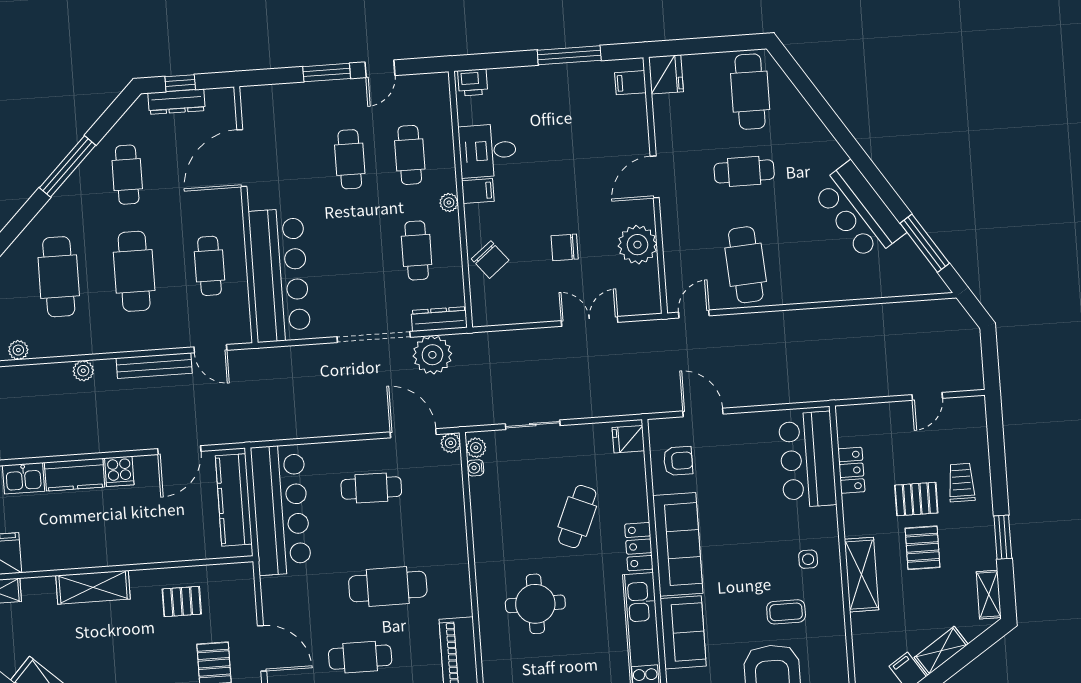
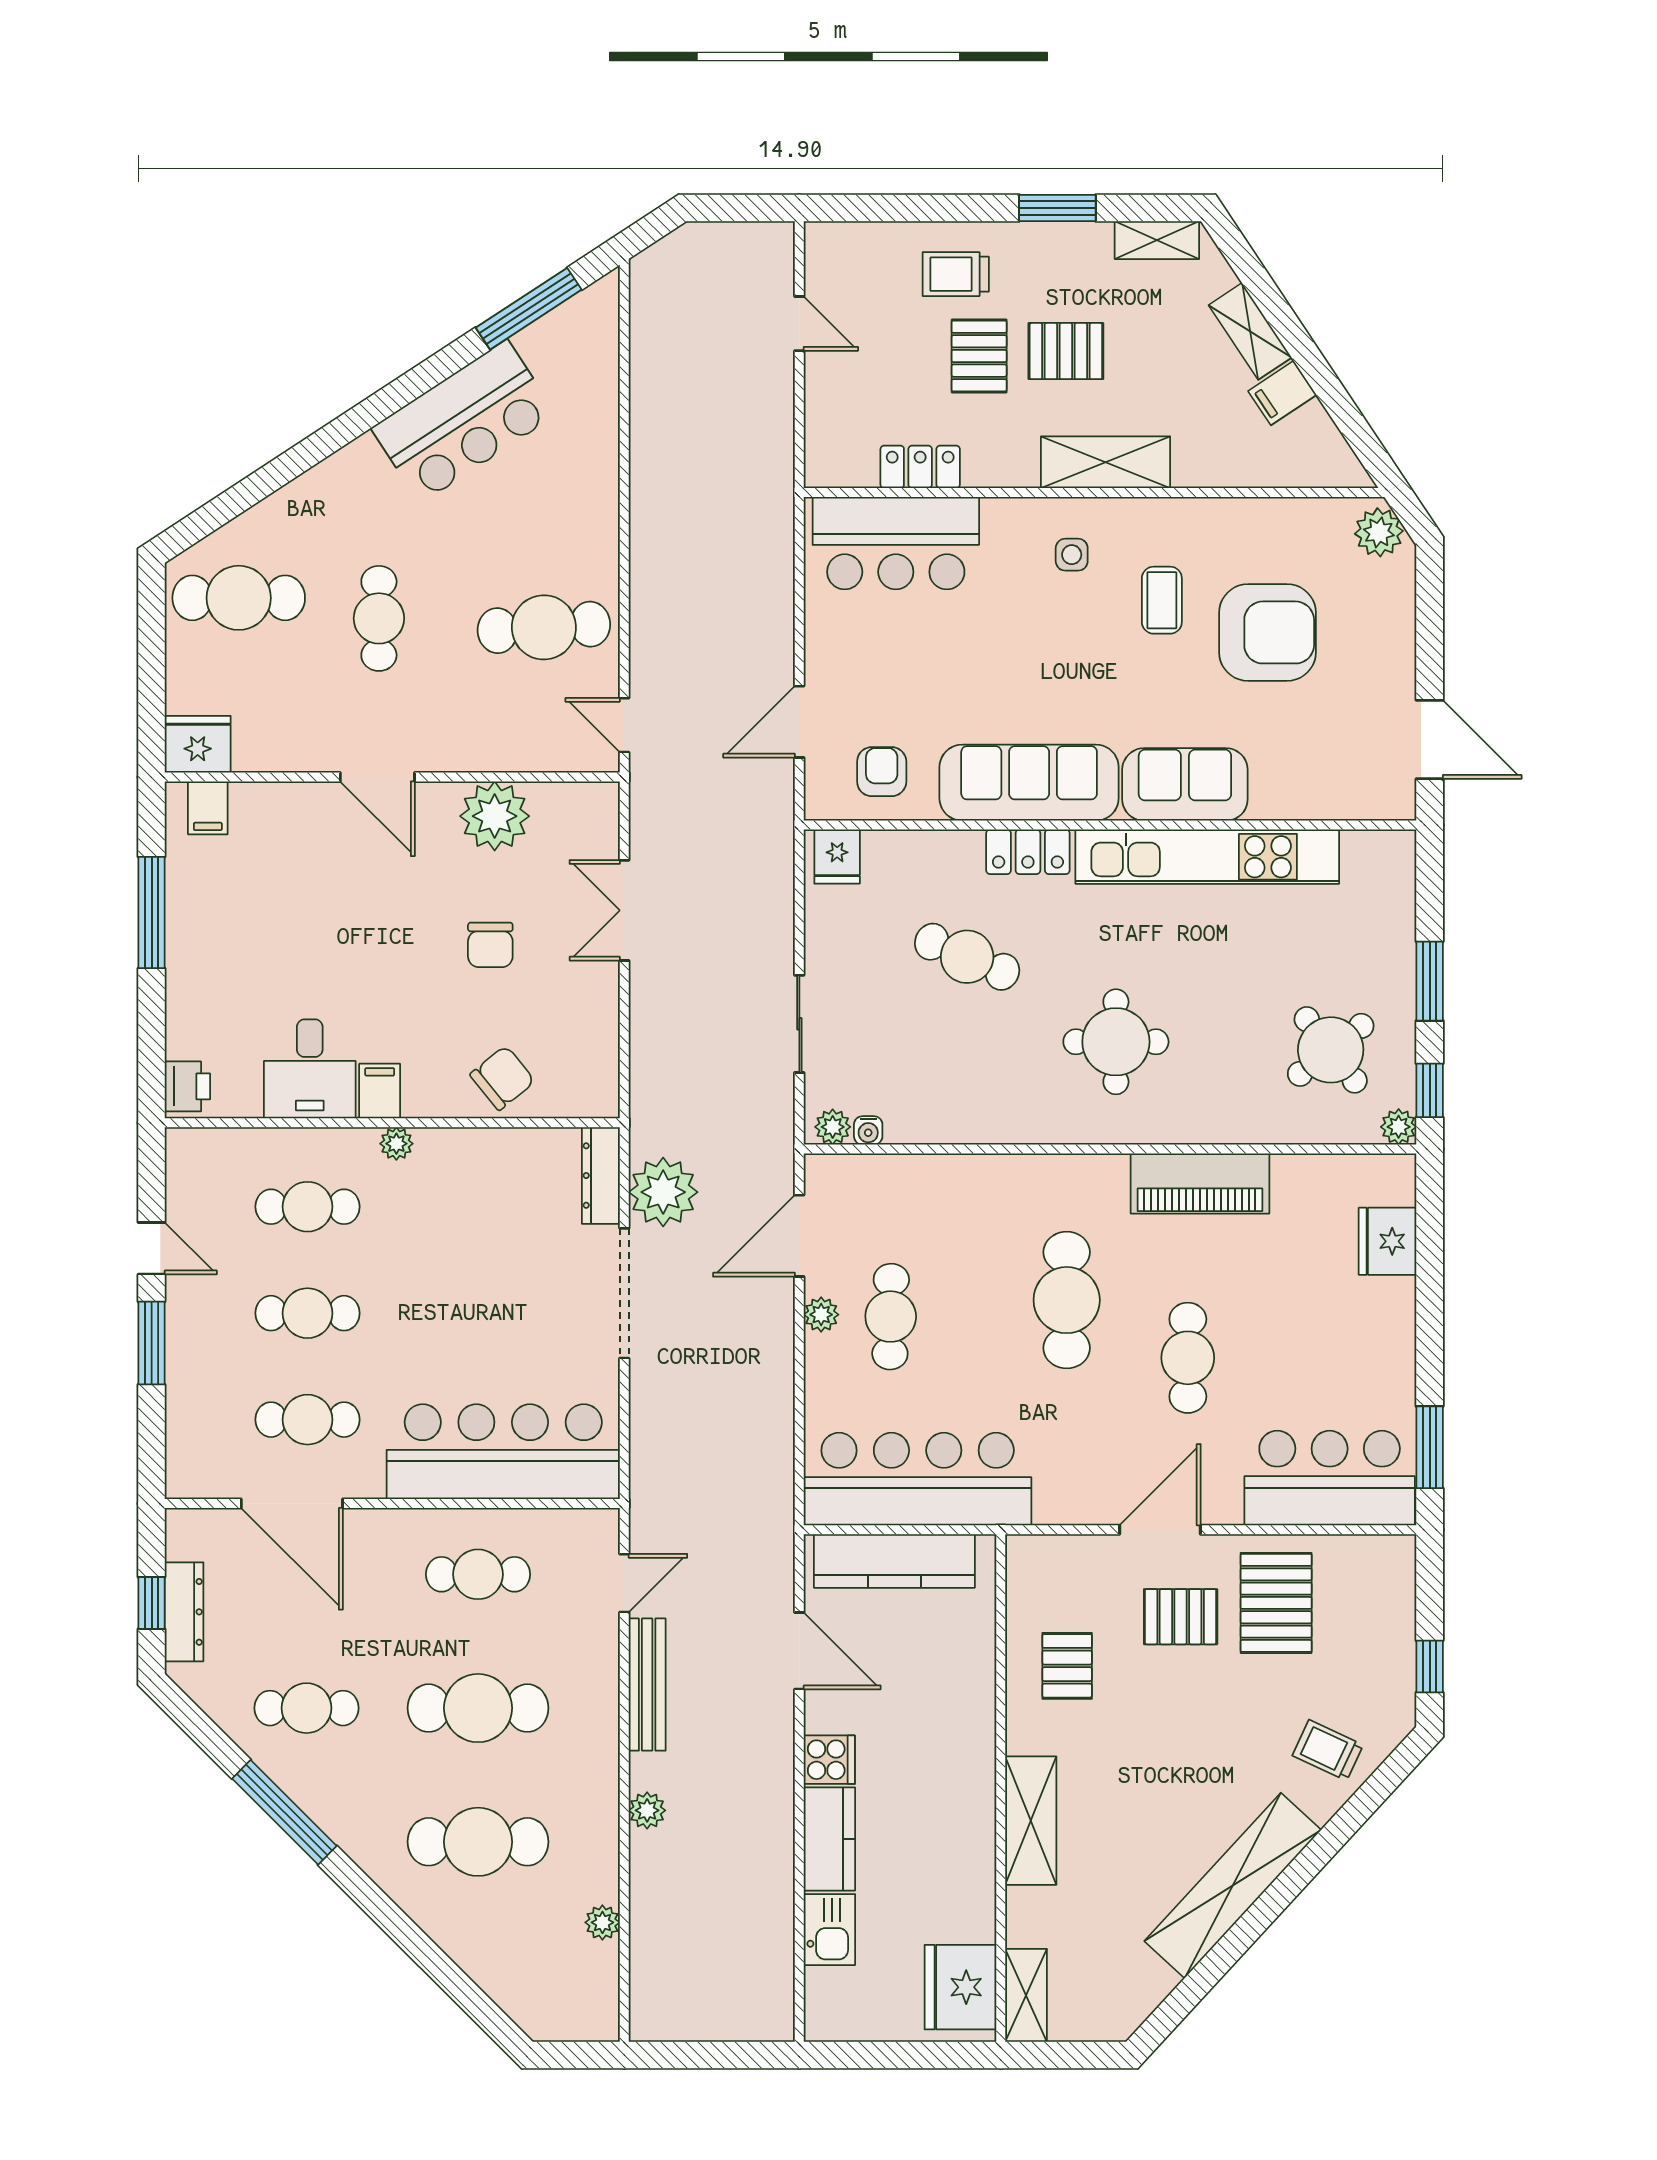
cafe table: (417, 250) -> (307, 1420), moved
plant: (451, 443) -> (821, 1315), moved

